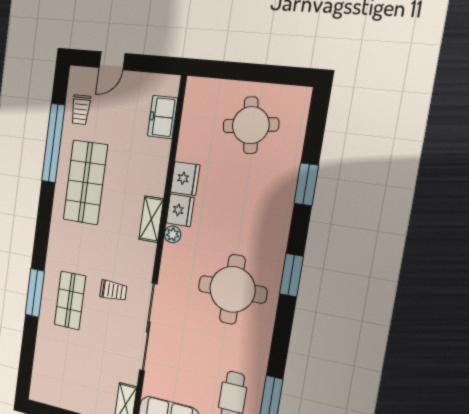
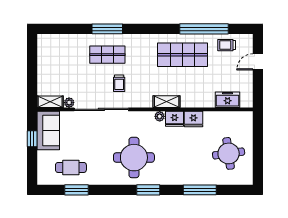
door: (112, 61) -> (258, 62), hinge flipped
window: (306, 184) -> (200, 190), width x1.44
plant: (131, 376) -> (69, 103), added

